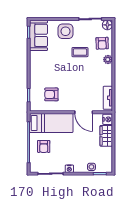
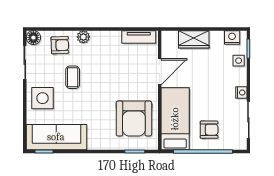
sofa: (38, 35) -> (56, 137), width x1.36
armchair: (51, 94) -> (134, 119), width x1.88, depth x1.88
nightstand: (108, 119) -> (232, 37), moved

